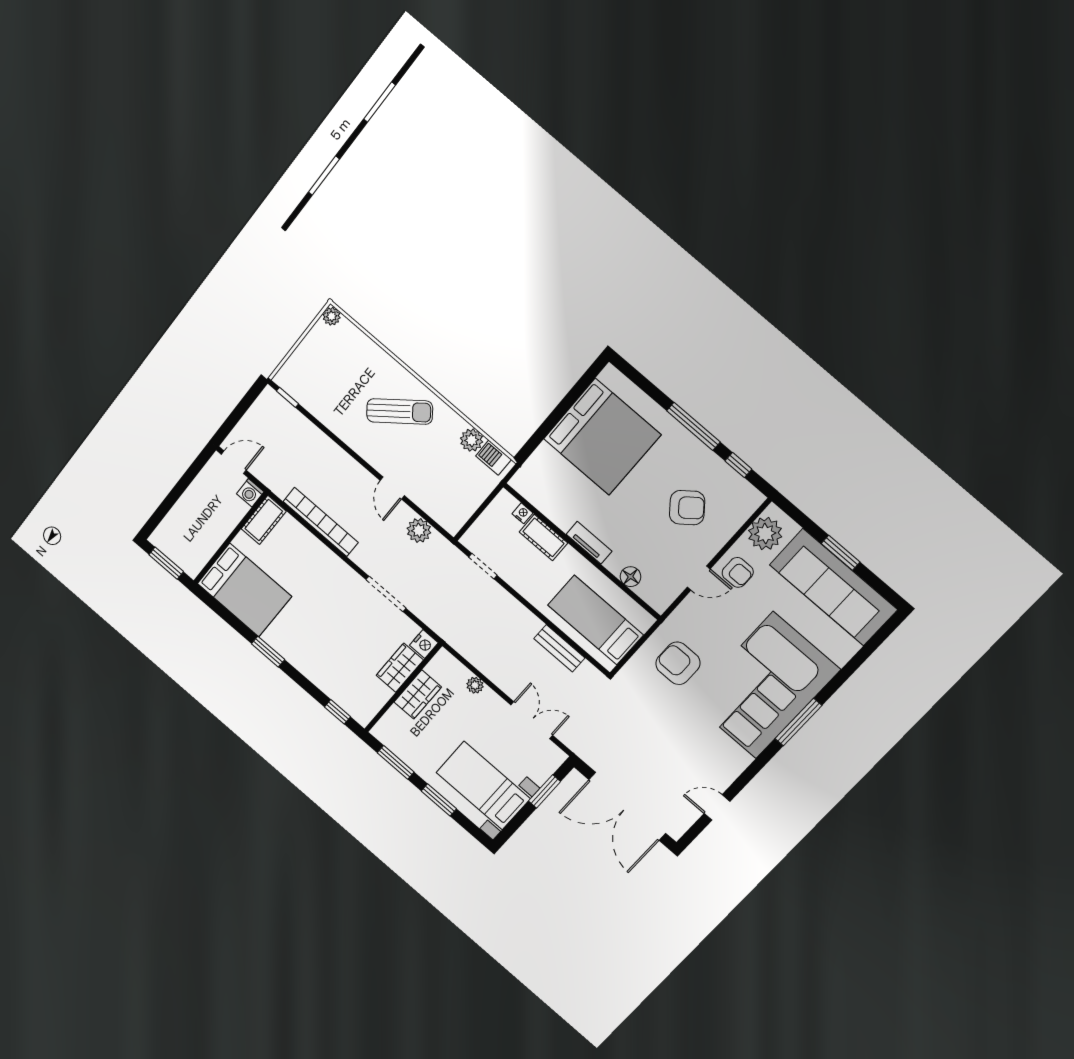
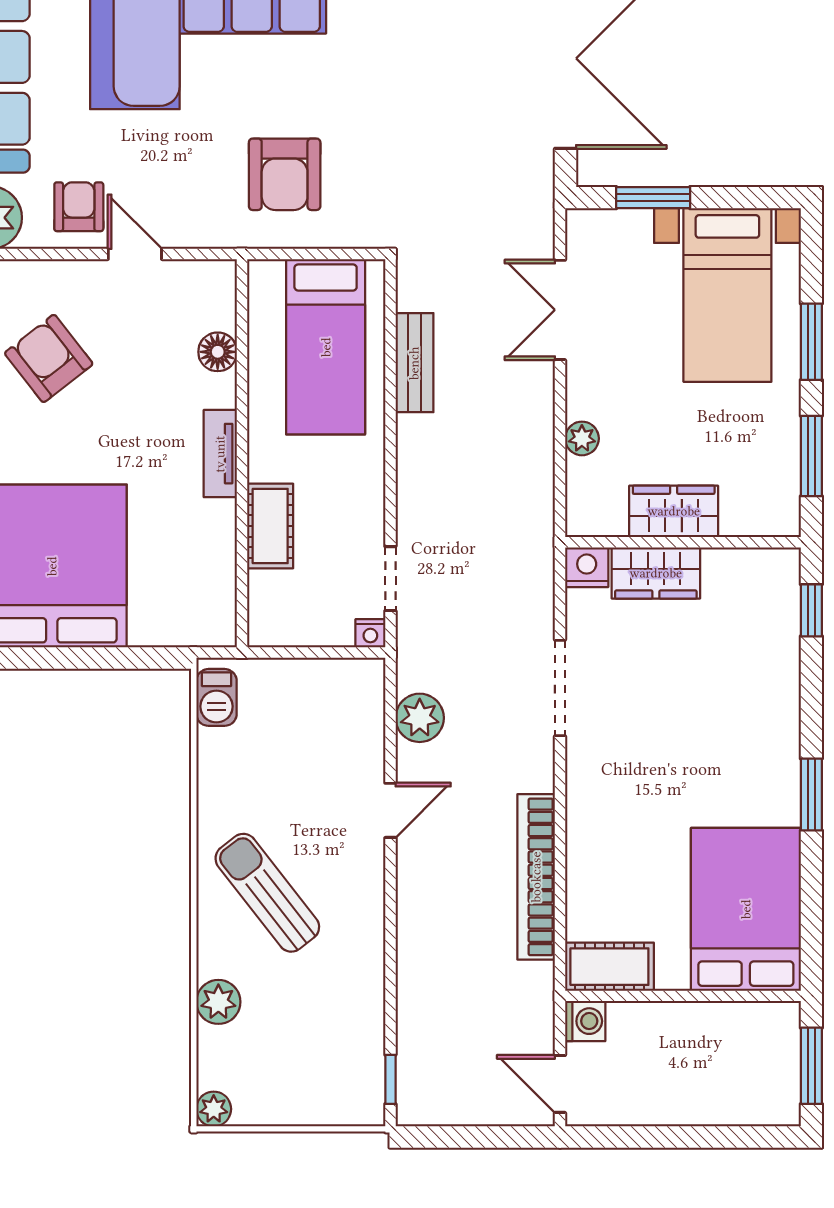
plant: (472, 440) -> (218, 1002), moved
nightstand: (522, 513) -> (370, 633), moved, turned -90

